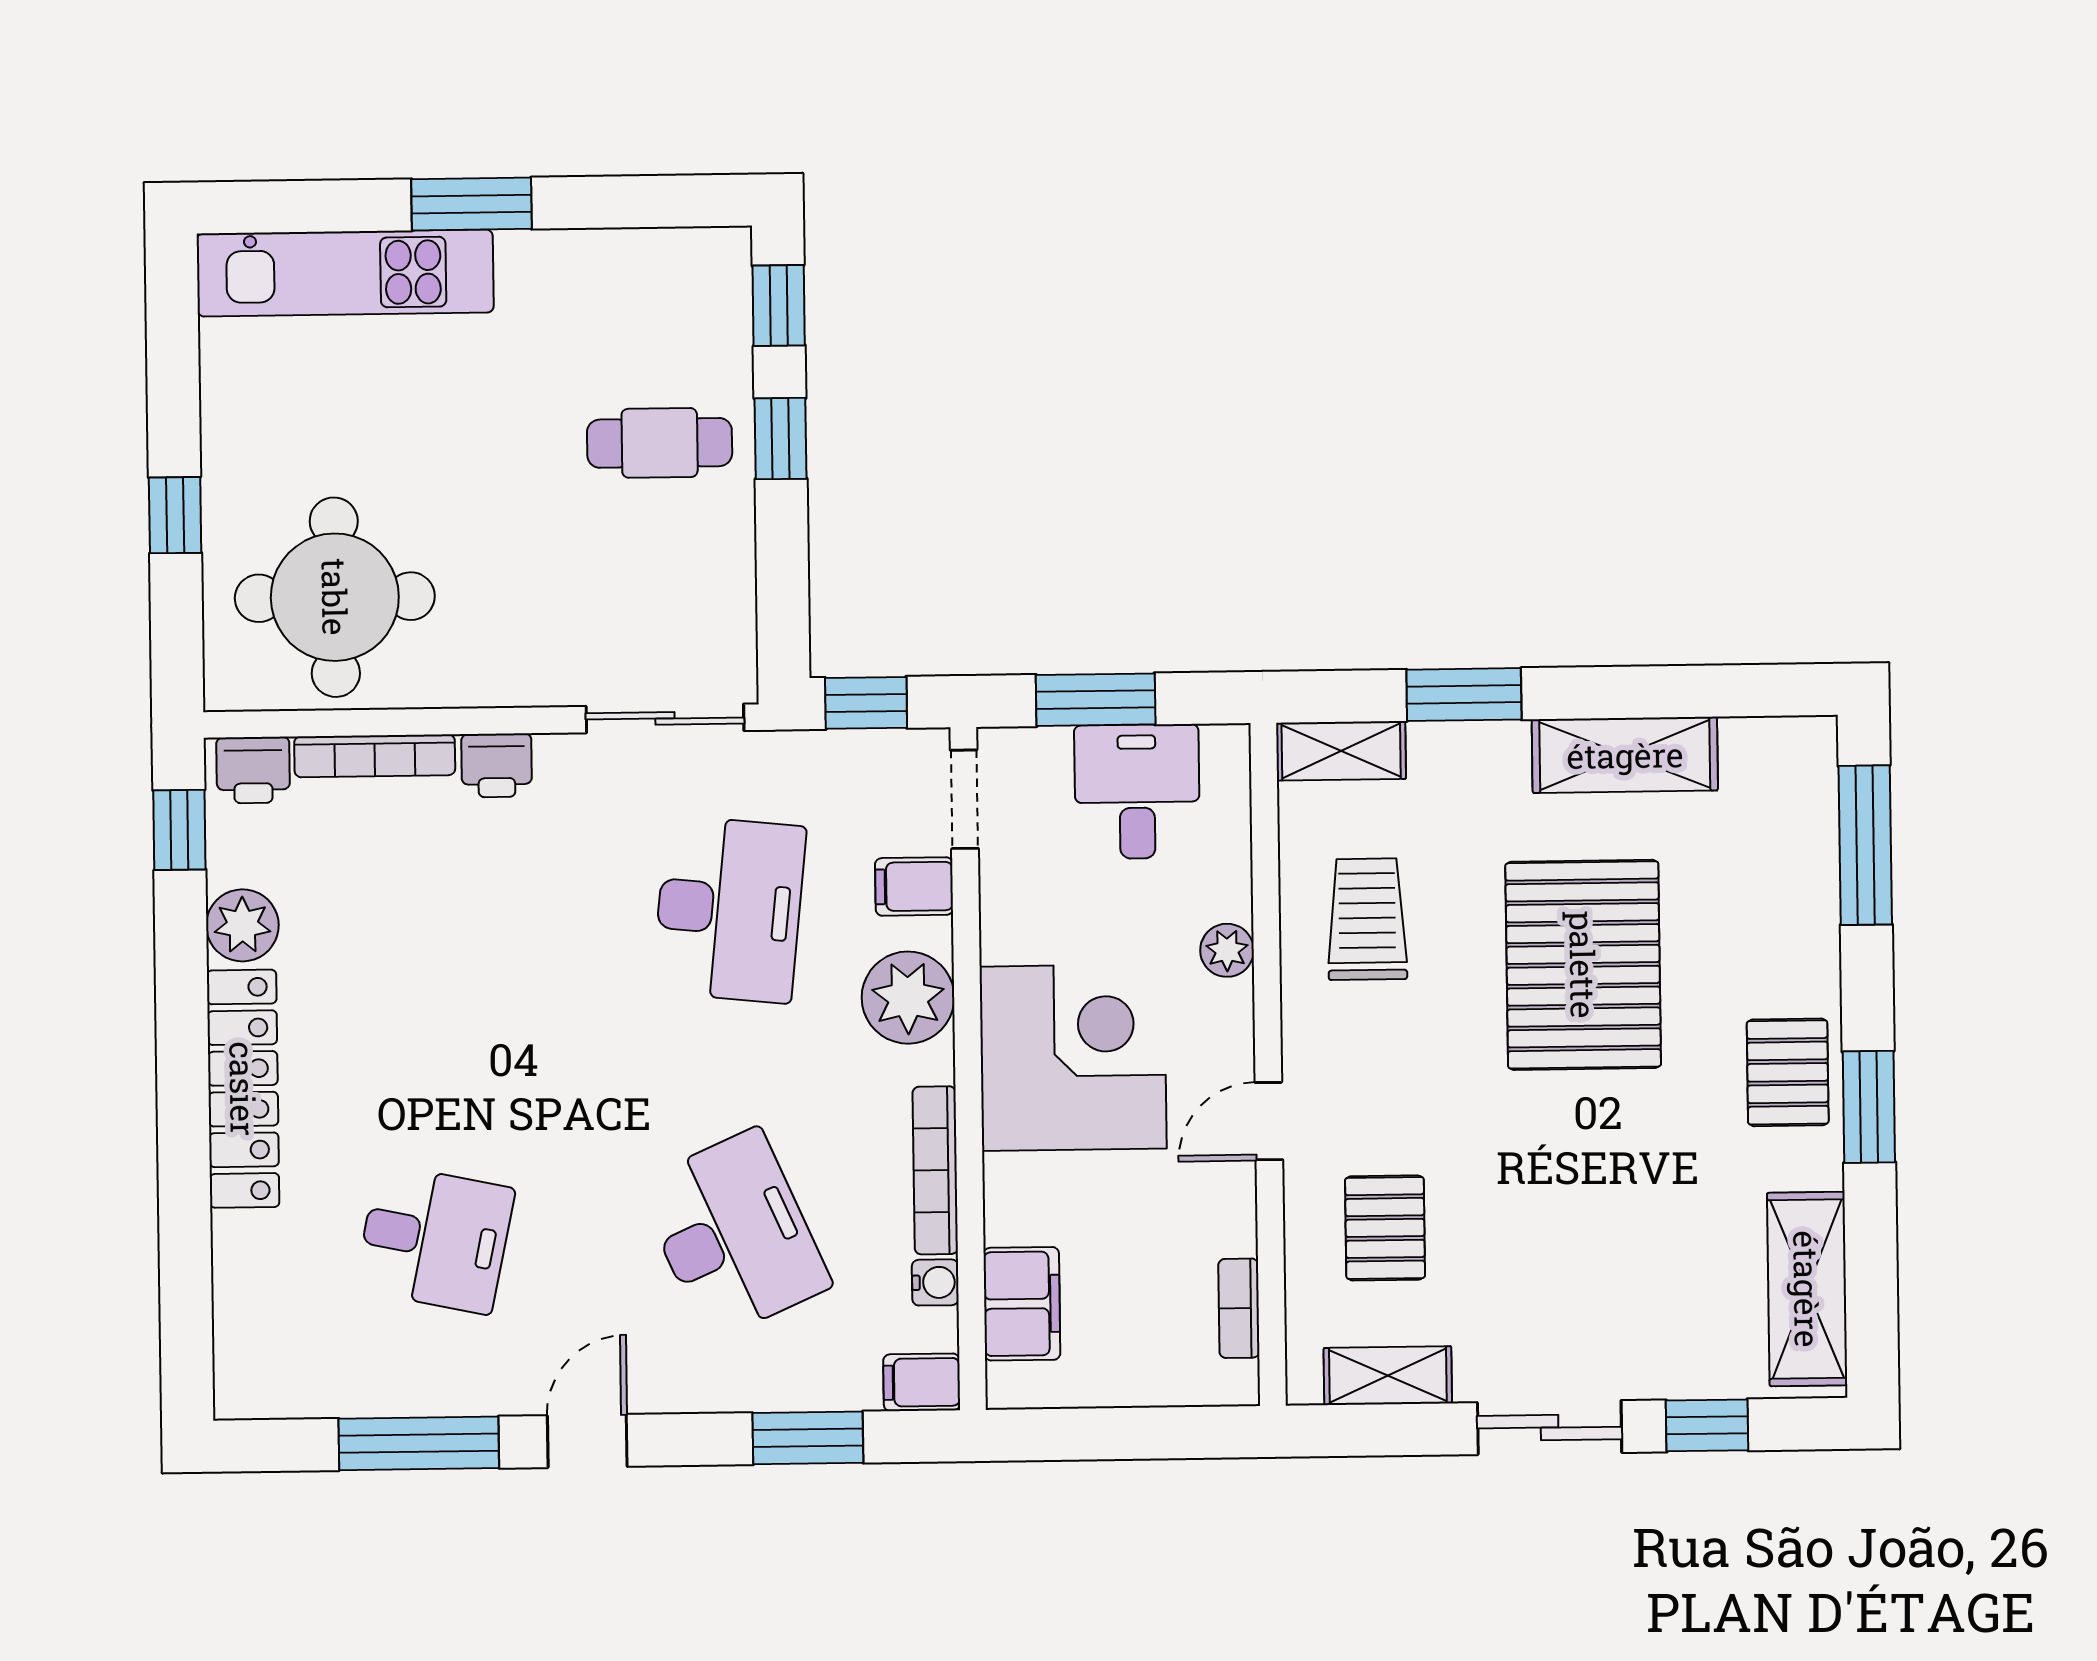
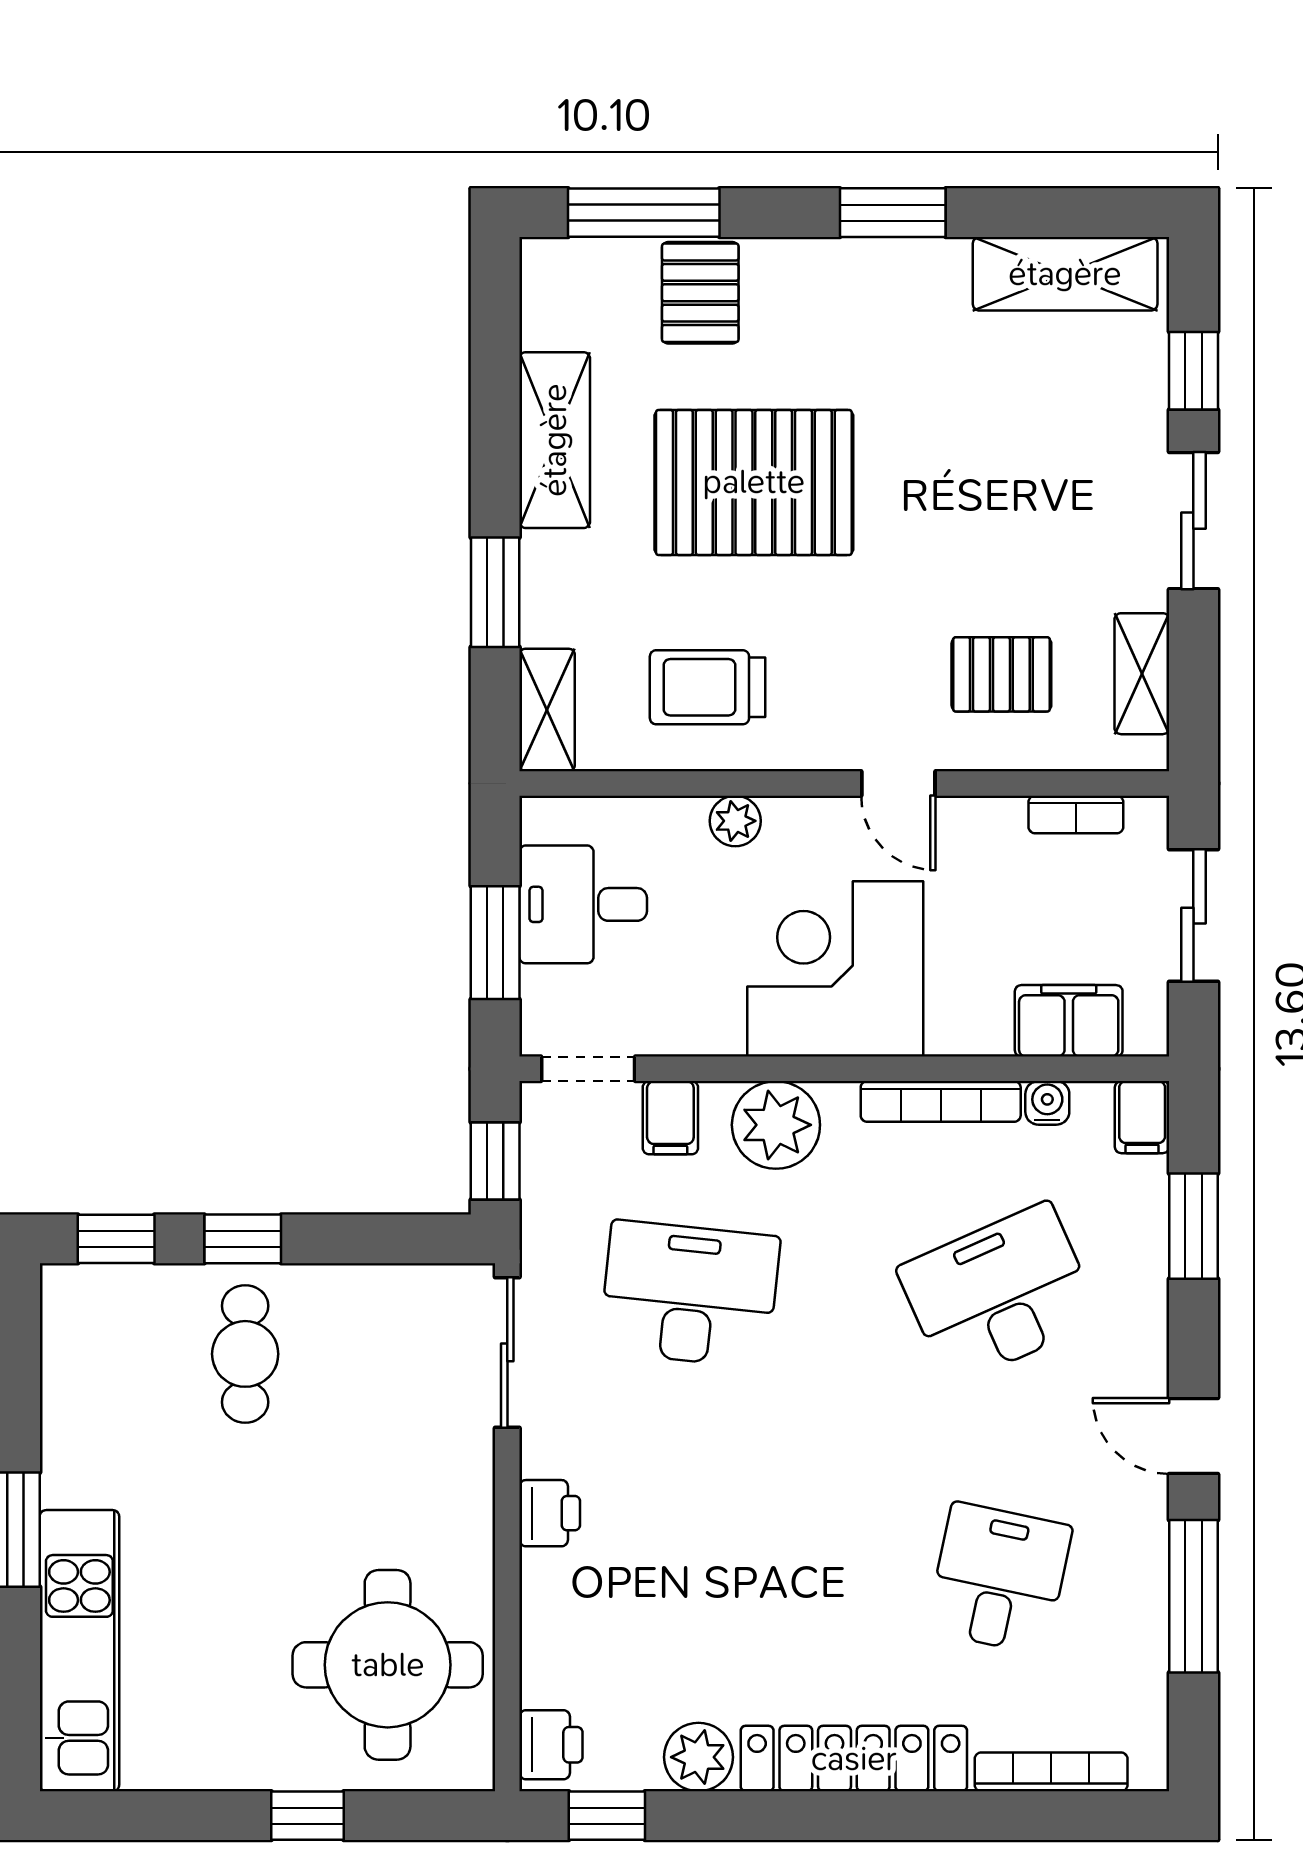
bookcase: (375, 756) -> (1051, 1772), moved, turned -90
pallet: (1788, 1072) -> (700, 293), moved, turned 90
sliding door: (1134, 1433) -> (1193, 916), added

